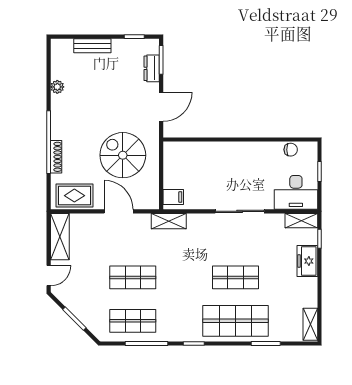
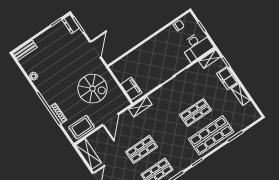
bench: (92, 46) -> (25, 50), moved
dresser: (152, 68) -> (71, 24), moved
spiral stairs: (123, 155) -> (92, 89), turned 180
filing cabinet: (173, 197) -> (131, 89), width x2.00
door: (119, 211) -> (110, 120), swing flipped
shelving: (310, 324) -> (241, 94), moved

